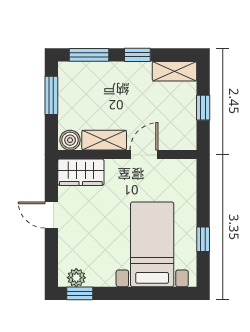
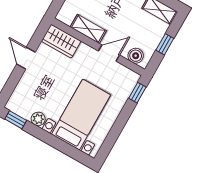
boiler: (70, 140) -> (136, 56), moved
window: (203, 239) -> (137, 93), moved
plant: (76, 278) -> (38, 119), moved

